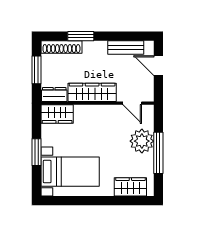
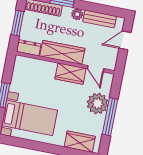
plant: (100, 47) -> (77, 14), added
door: (158, 66) -> (125, 40), hinge flipped
wardrobe: (57, 114) -> (70, 74), moved

